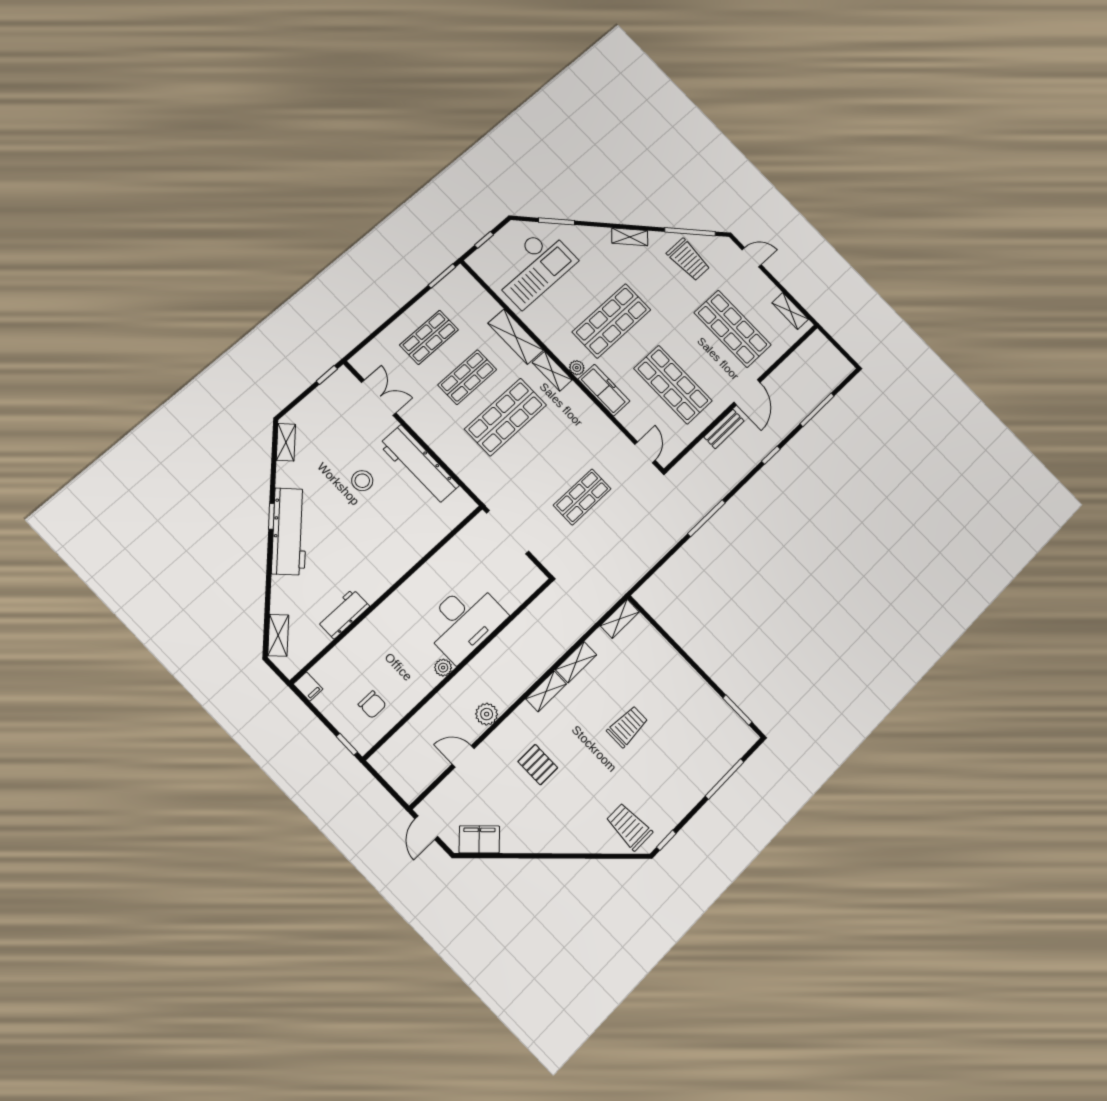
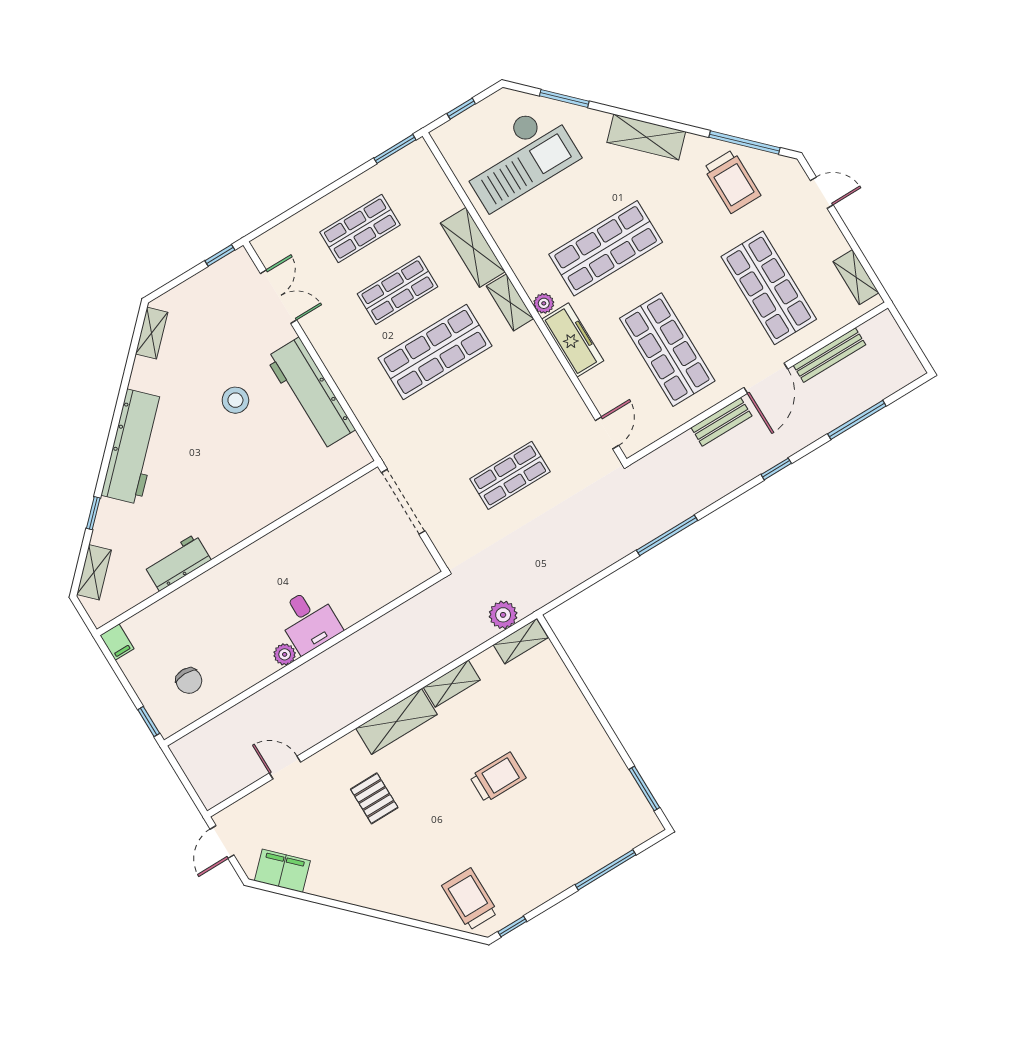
shelving: (630, 237) -> (646, 137), width x1.50, depth x1.33
bench: (786, 368) -> (829, 355), added
window: (271, 516) -> (93, 513), moved
desk: (464, 621) -> (309, 621), width x0.53, depth x0.77
shelving: (546, 691) -> (397, 721), width x1.50, depth x1.33
plant: (487, 714) -> (503, 615), moved

